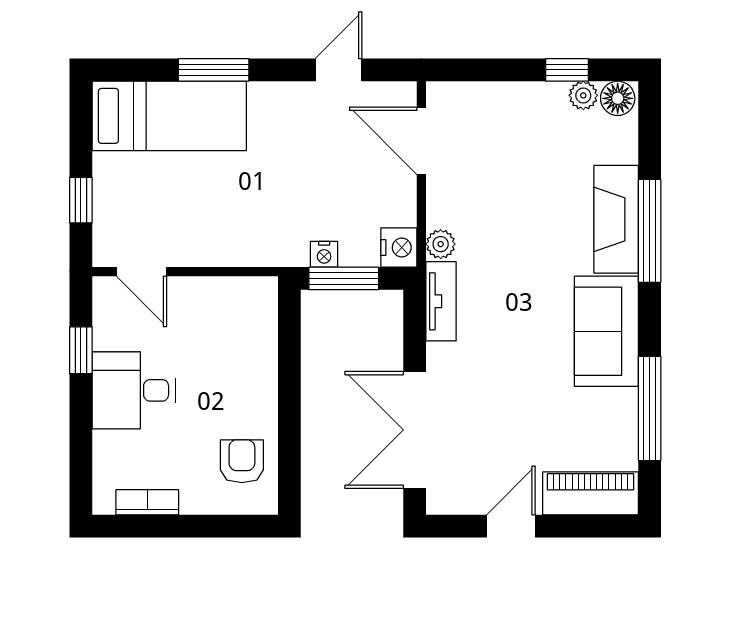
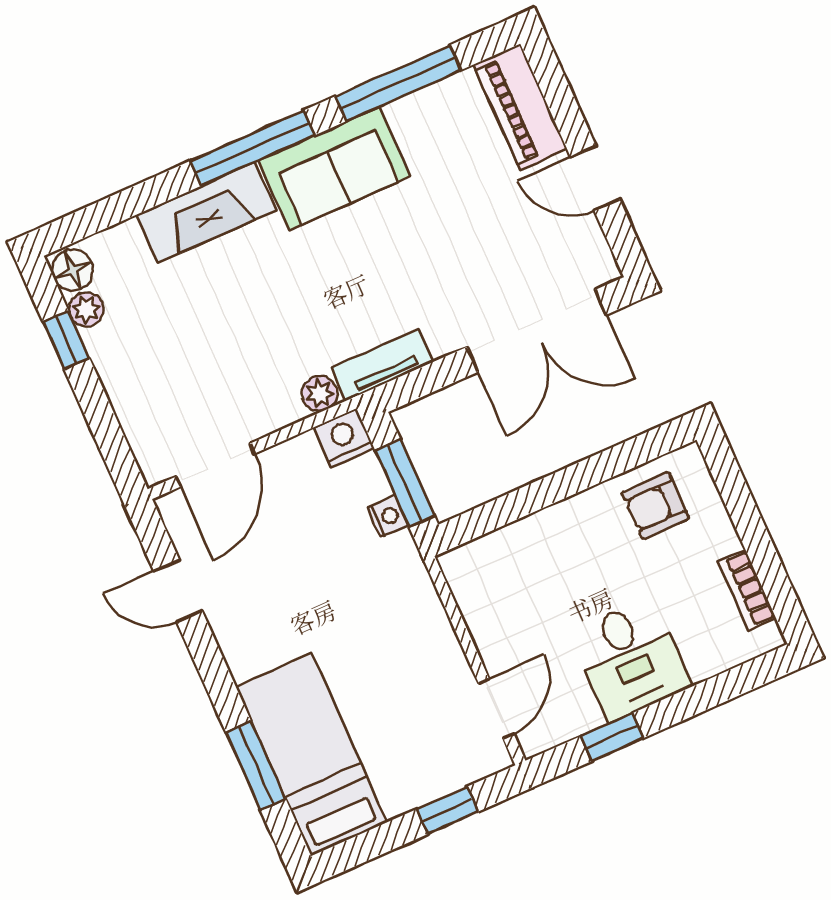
window: (214, 70) -> (256, 765), moved
window: (650, 231) -> (252, 148), moved

